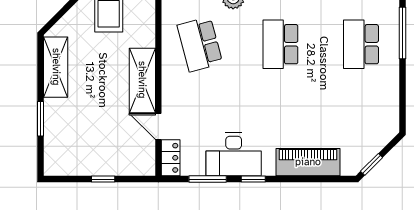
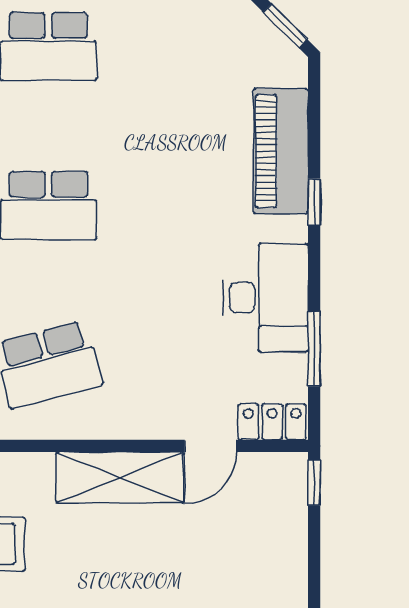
window: (103, 179) -> (314, 483), moved
window: (253, 179) -> (314, 202), moved

